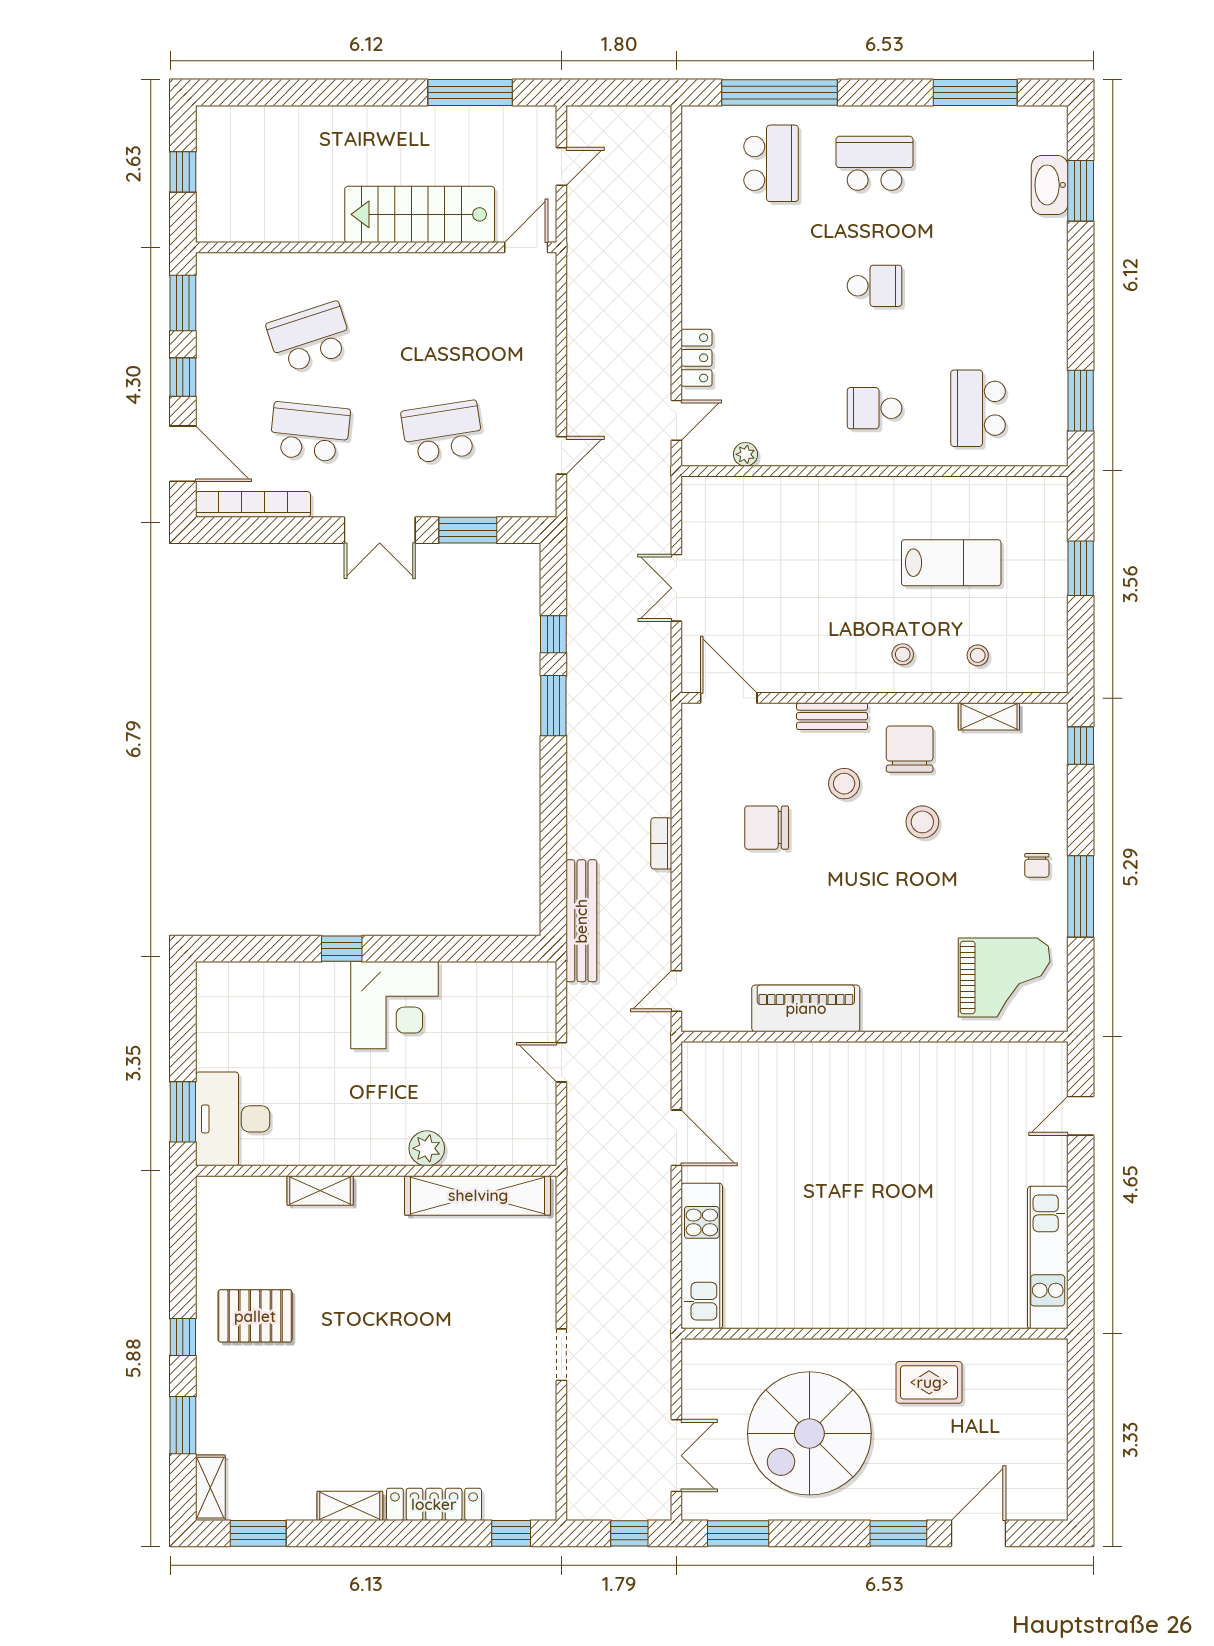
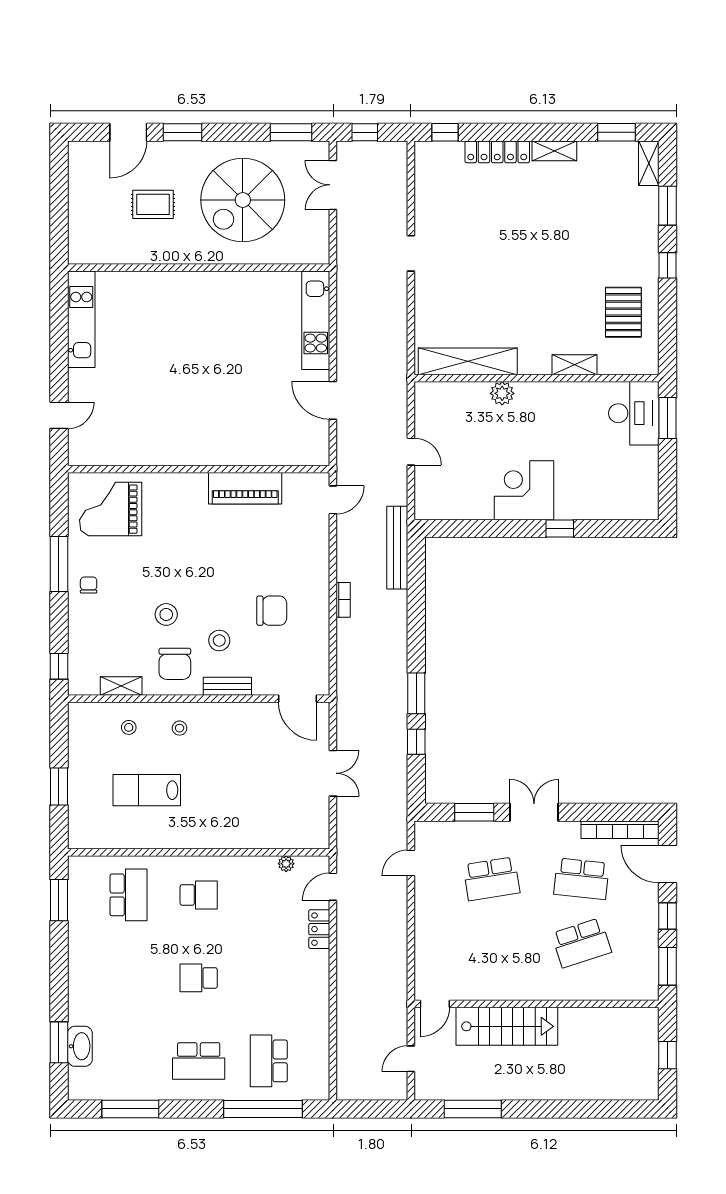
pallet: (255, 1316) -> (623, 312), moved, turned 90
rug: (929, 1382) -> (153, 204), moved
spiral stairs: (809, 1433) -> (243, 200), turned 180

